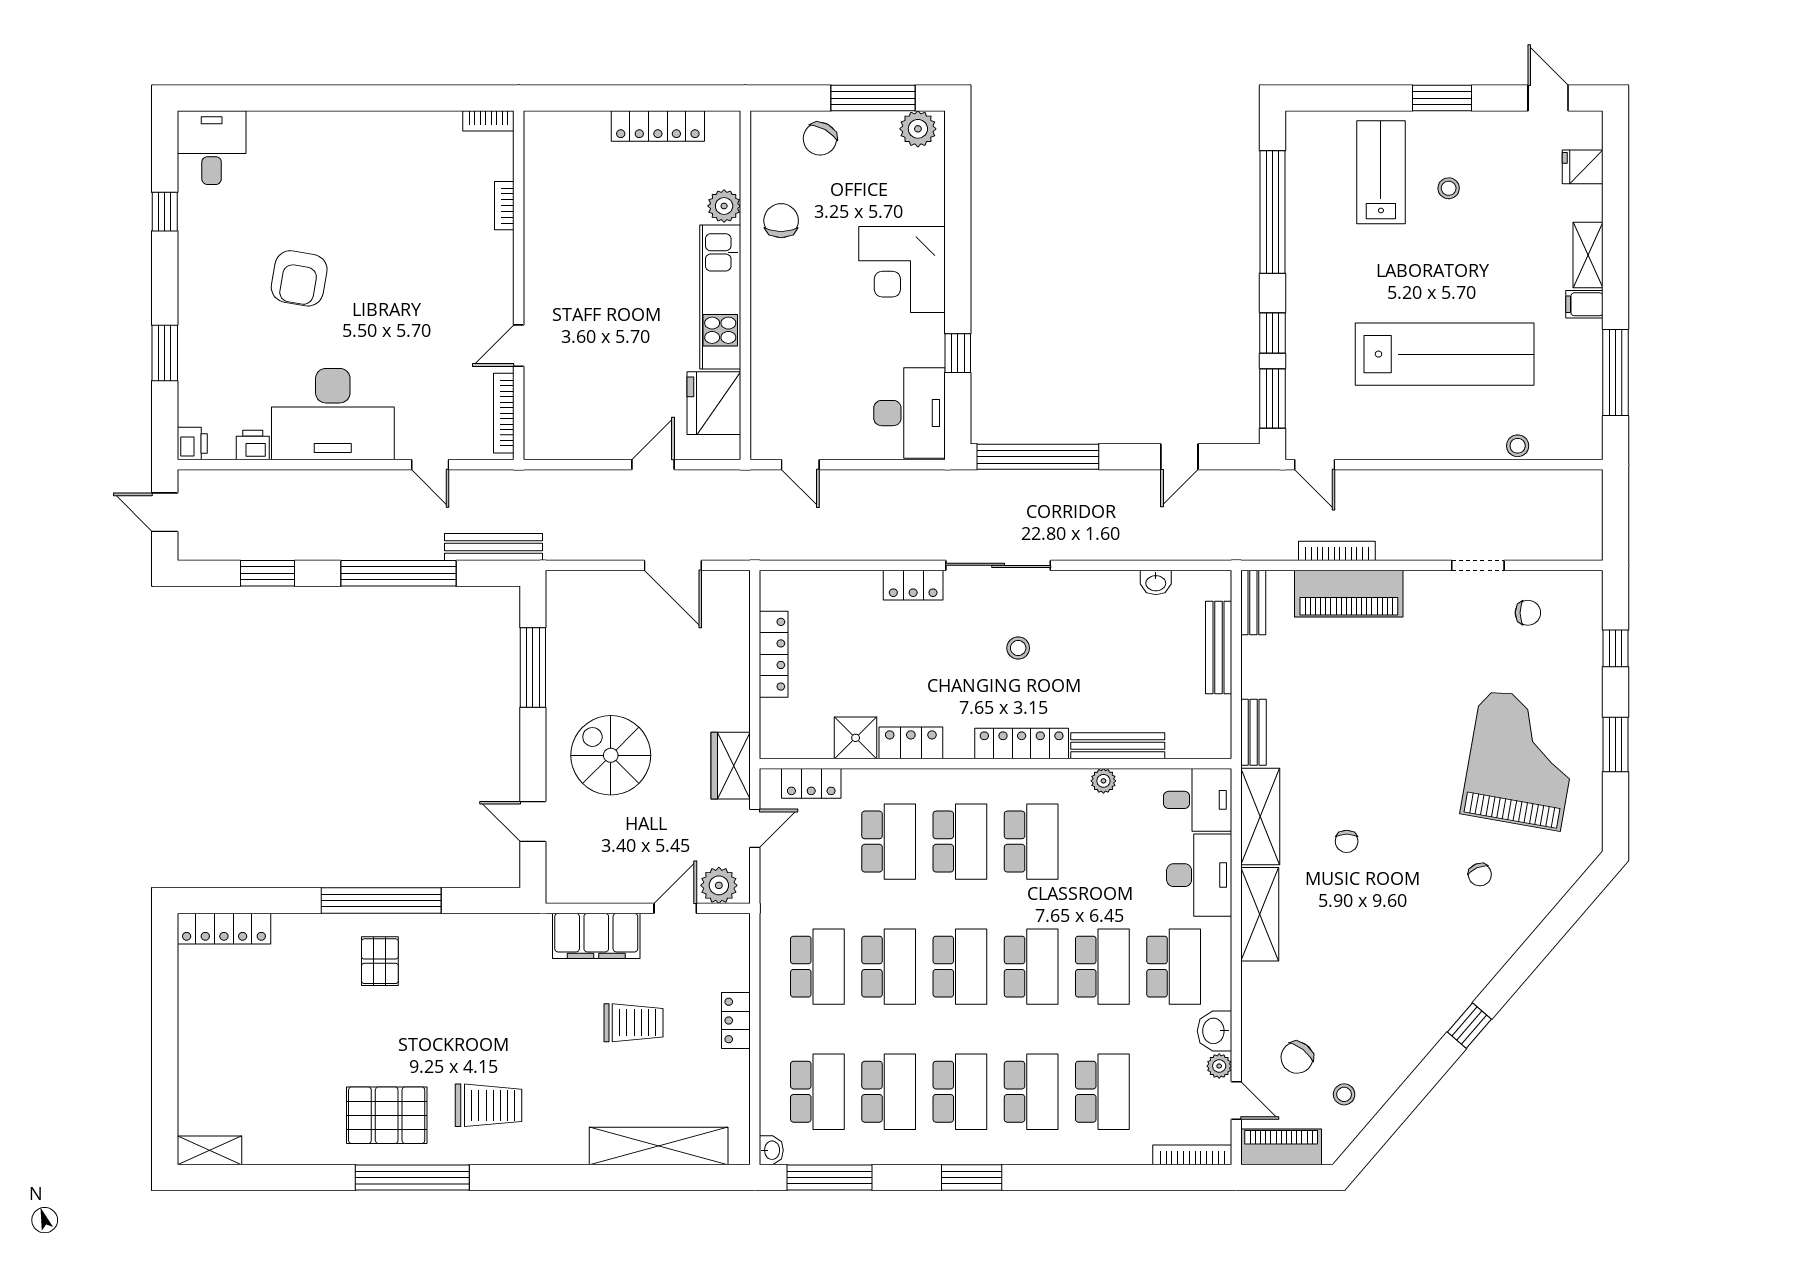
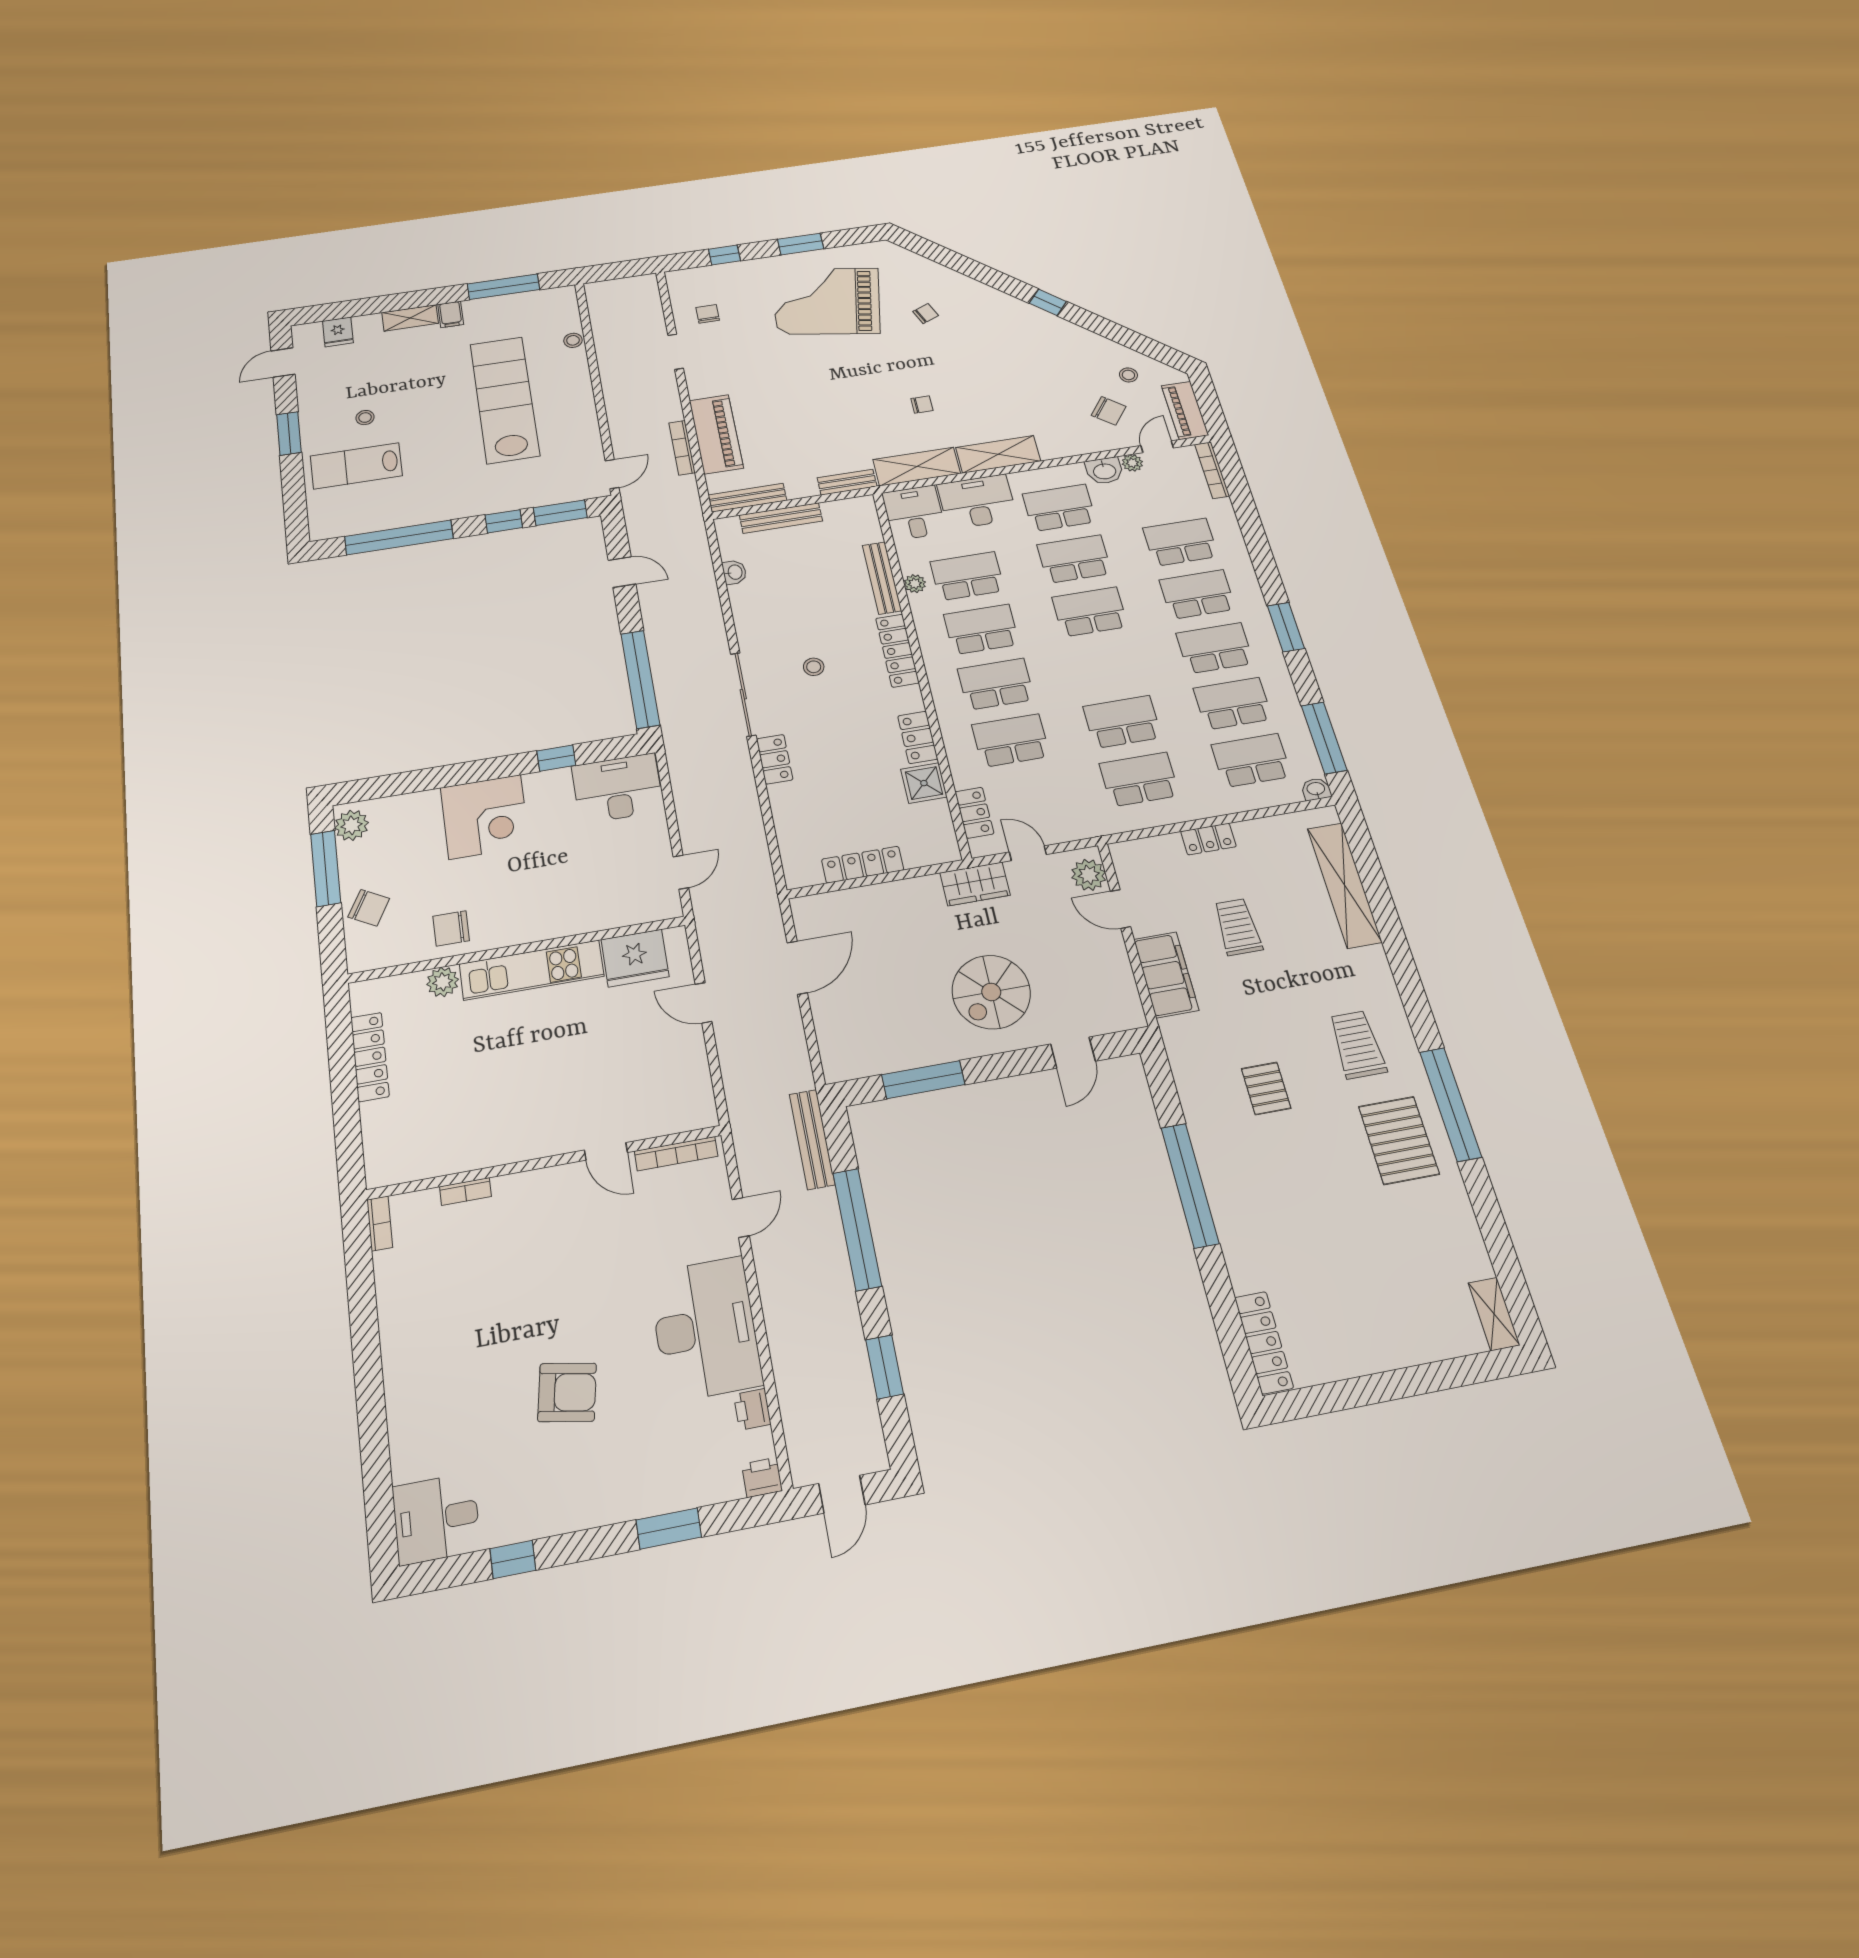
bench: (1253, 603) -> (747, 498), width x1.36
pallet: (380, 961) -> (1266, 1088), moved, turned 90
school desk: (960, 967) -> (967, 576), moved

